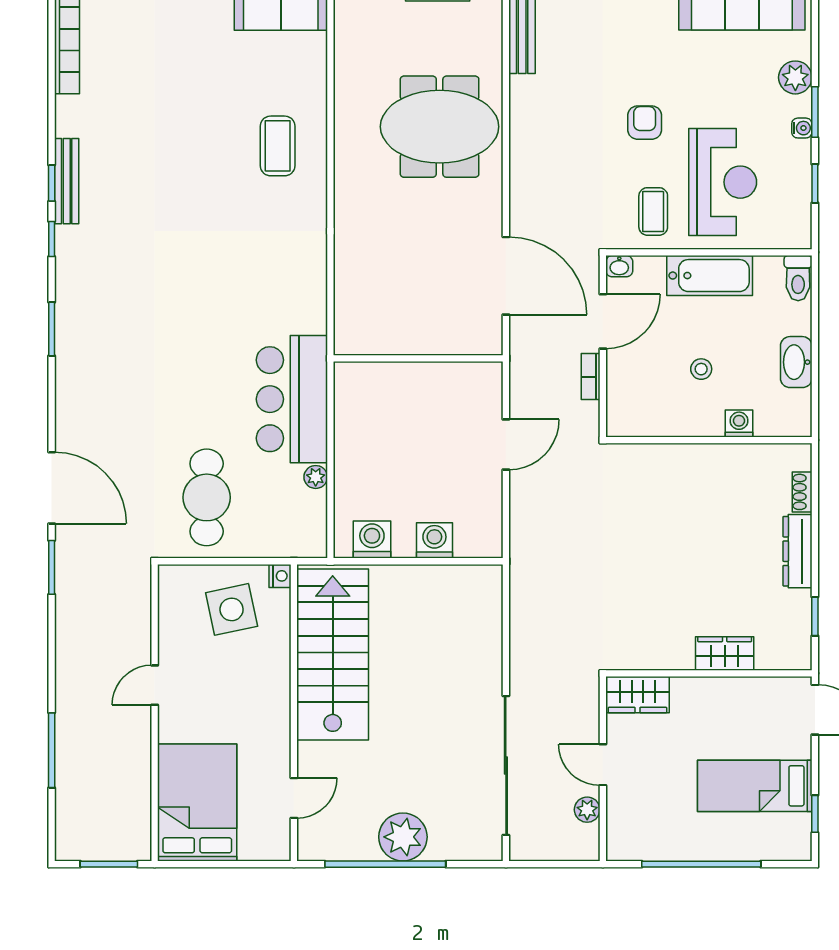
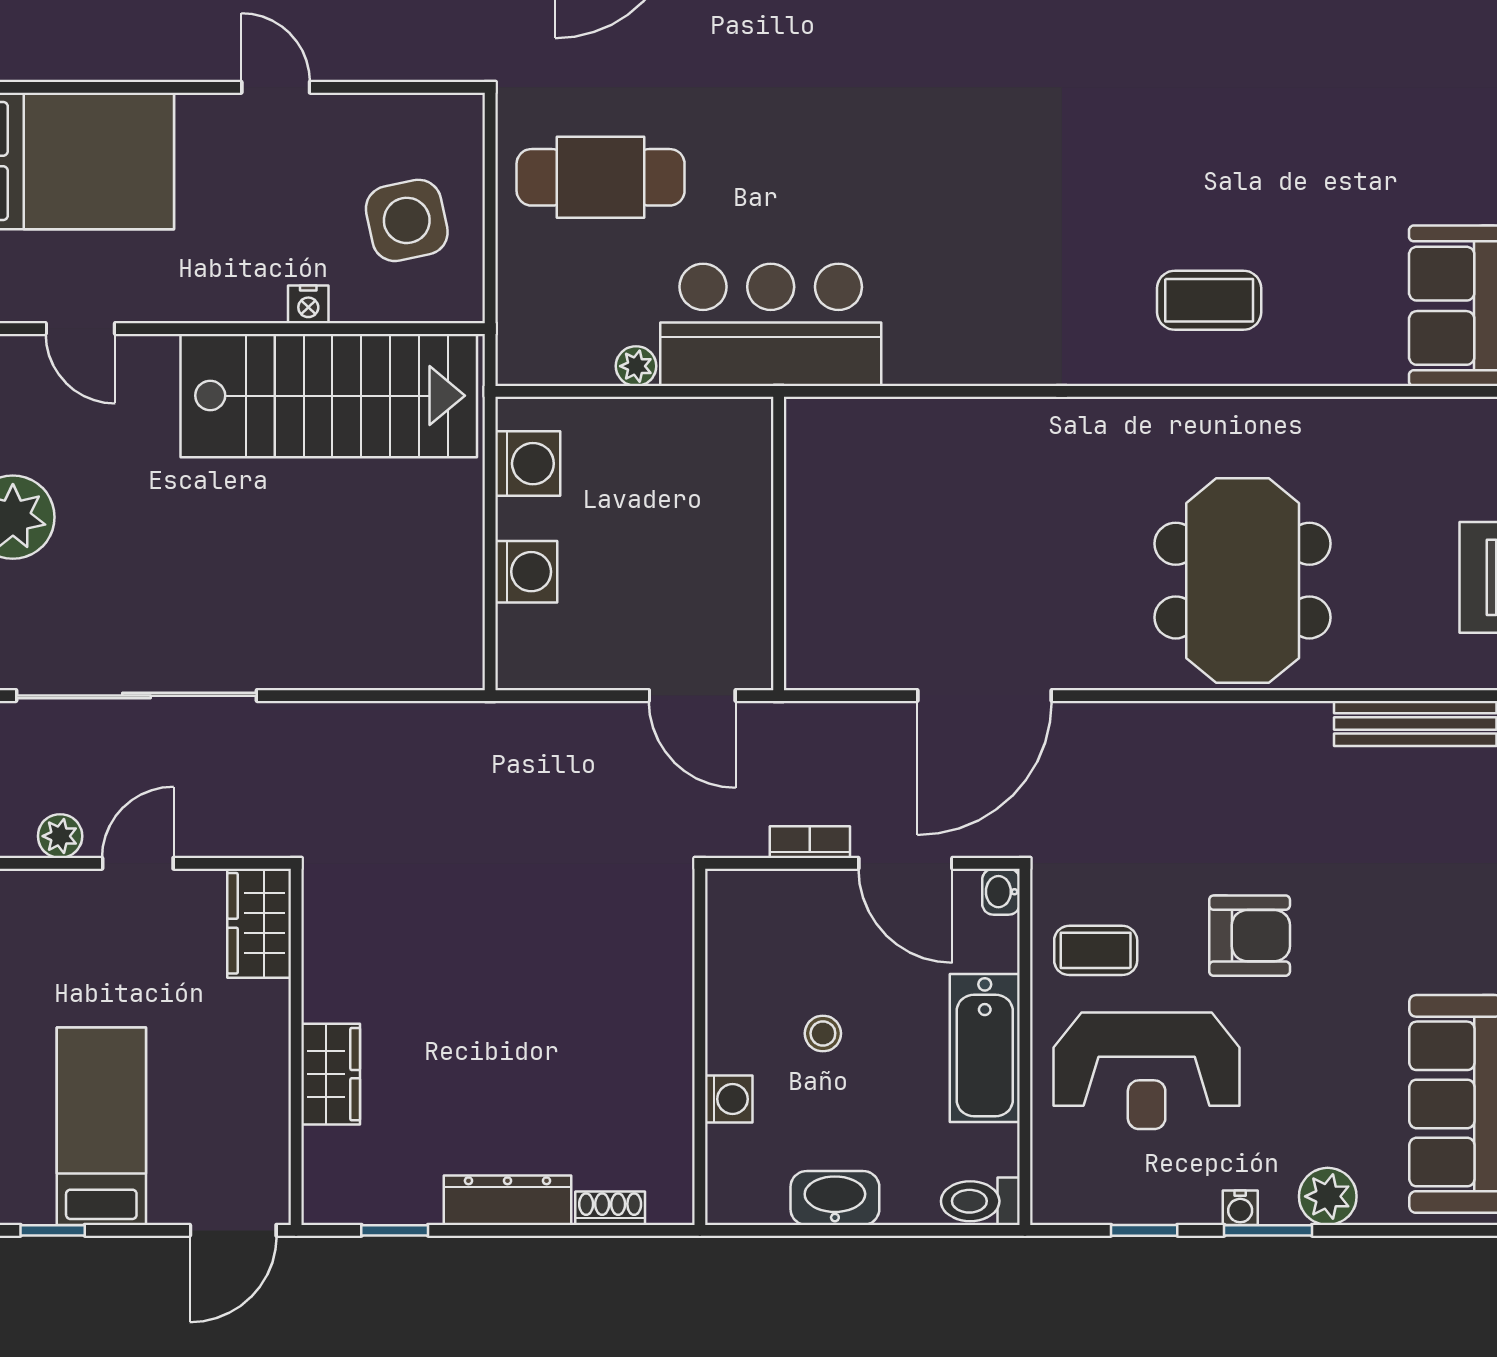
armchair: (645, 123) -> (1250, 936), width x1.38, depth x1.38
wall: (418, 358) -> (779, 543), moved
nightstand: (280, 576) -> (308, 304), moved

